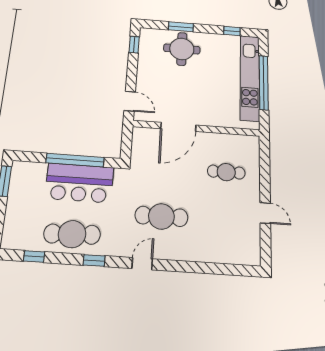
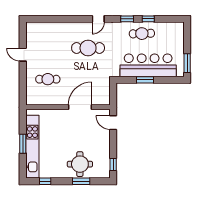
window: (264, 83) -> (23, 144), width x0.47
window: (75, 160) -> (145, 80), width x0.47
bar counter: (79, 183) -> (148, 65), width x1.36
cafe table: (72, 234) -> (142, 34), width x0.73, depth x0.74
window: (34, 257) -> (148, 19), moved

